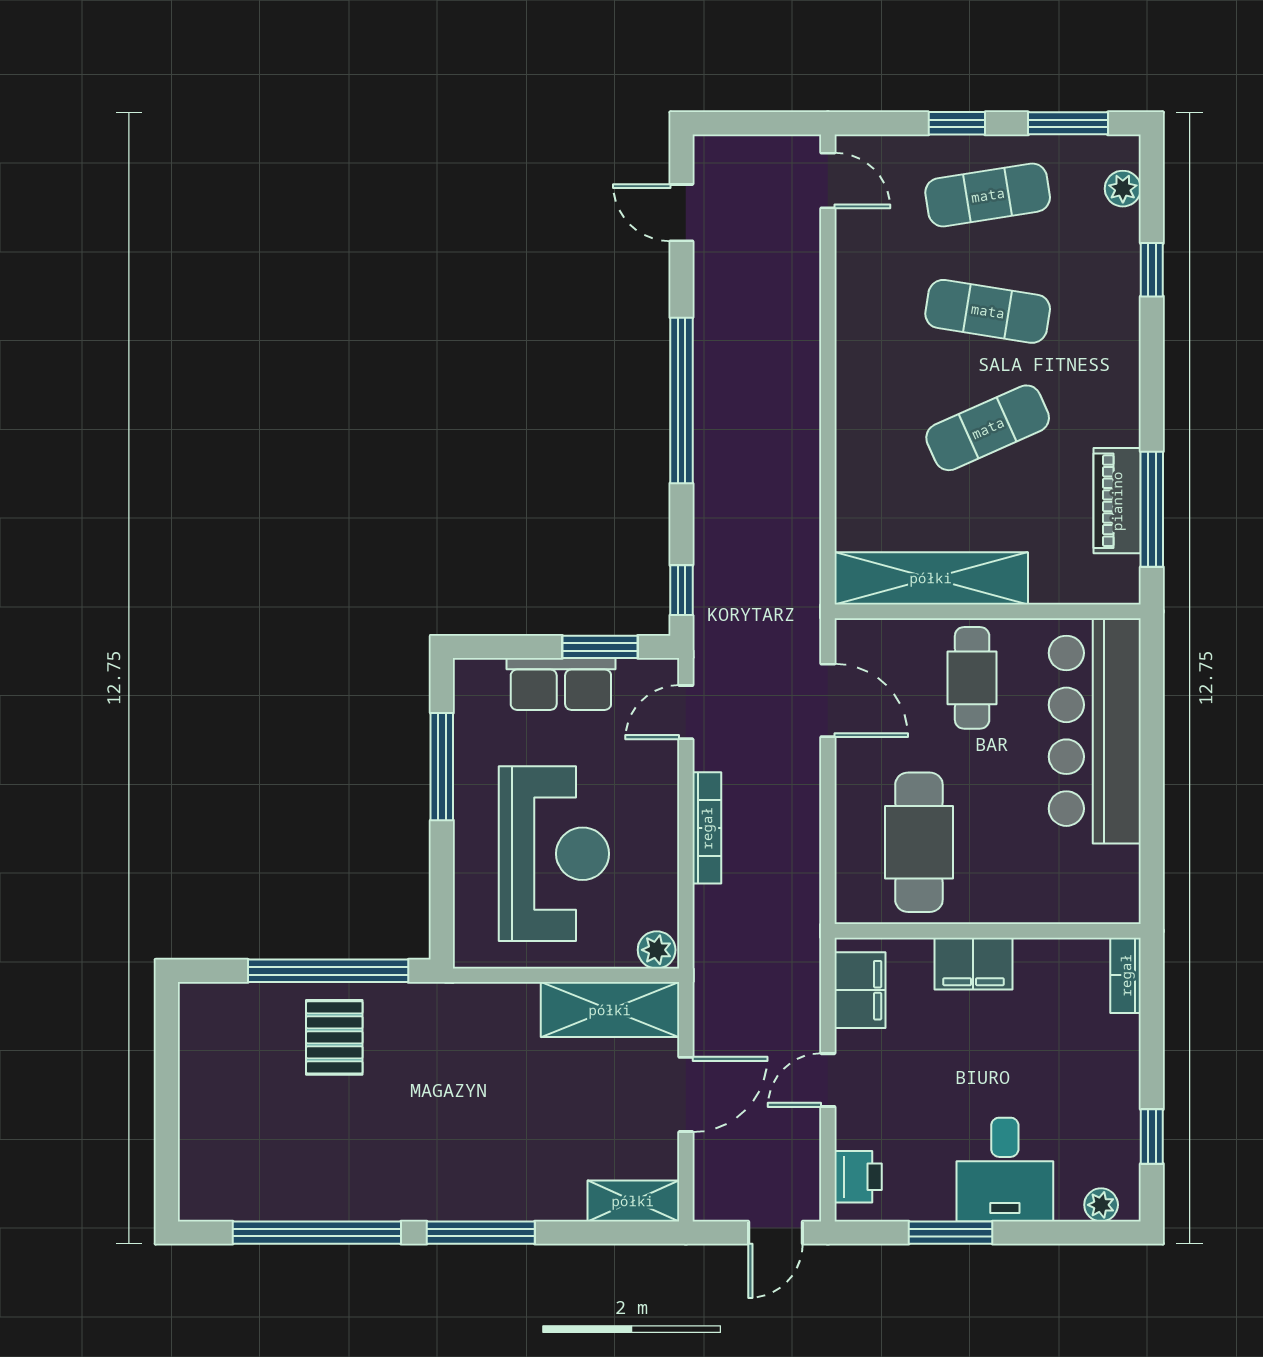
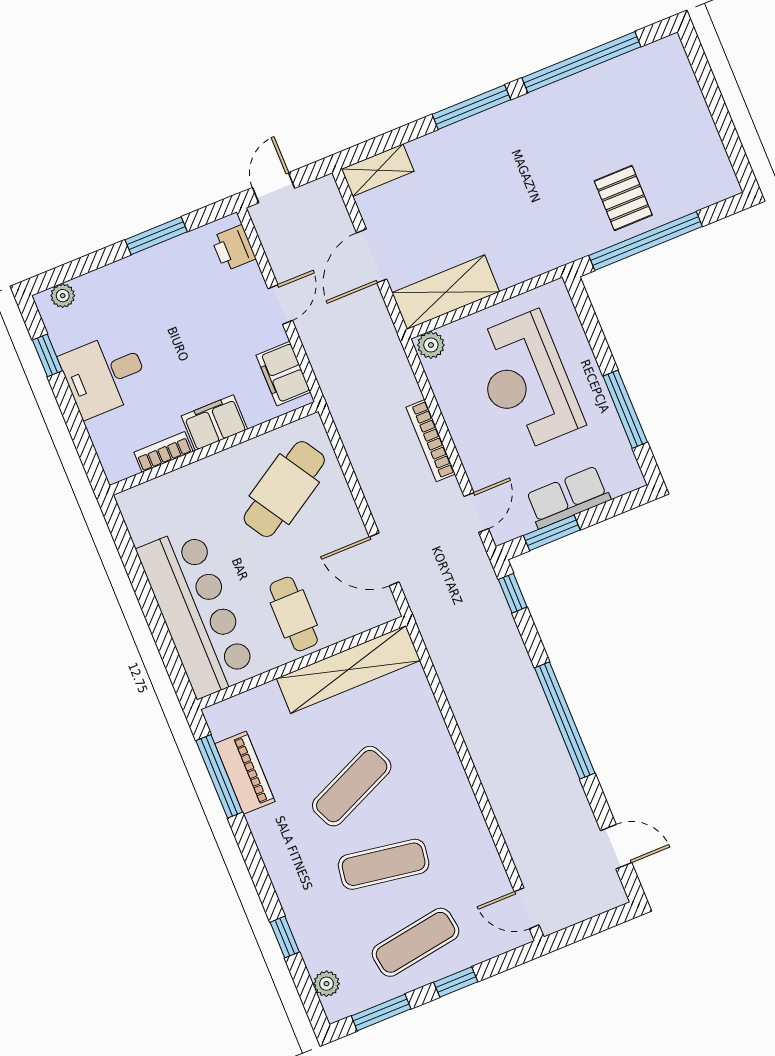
cafe table: (919, 842) -> (284, 489), turned 58
bookcase: (1126, 975) -> (163, 452), moved, turned -90
desk: (1005, 1170) -> (105, 375), moved, turned -90

